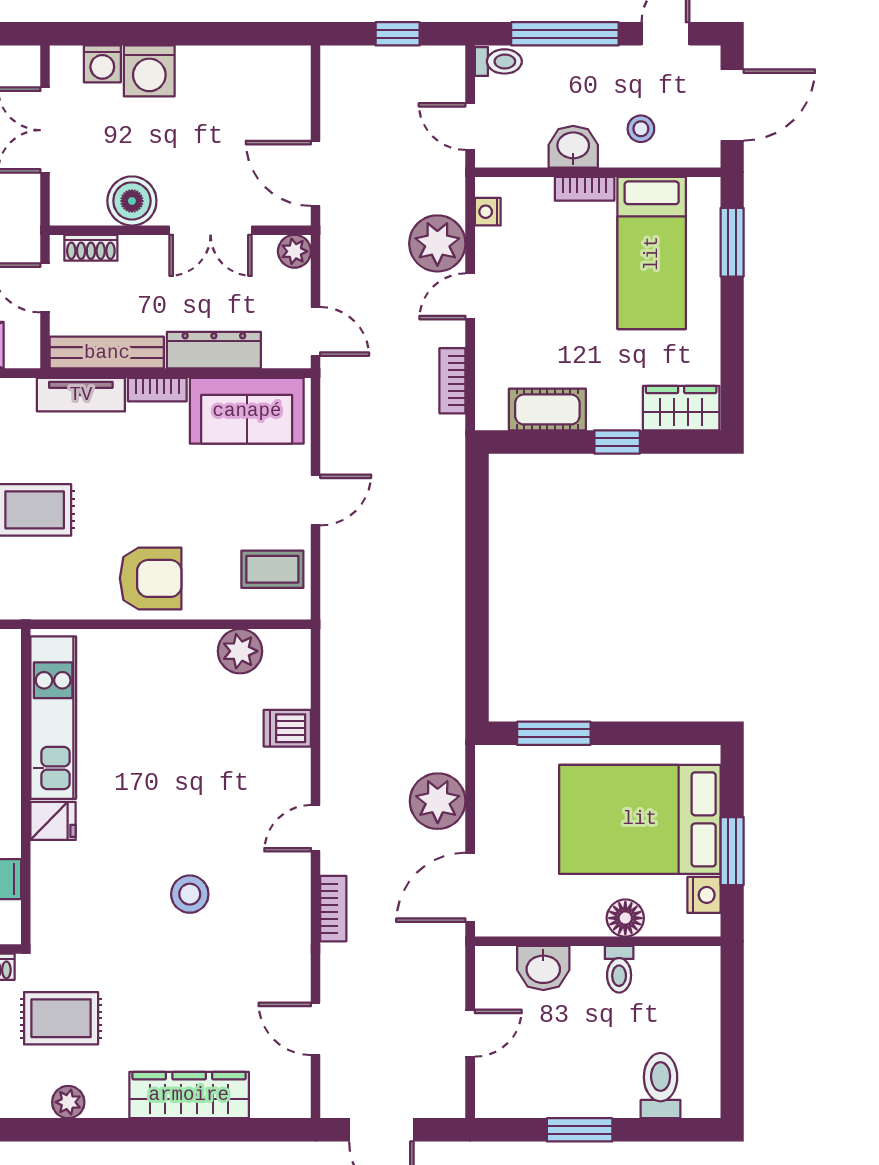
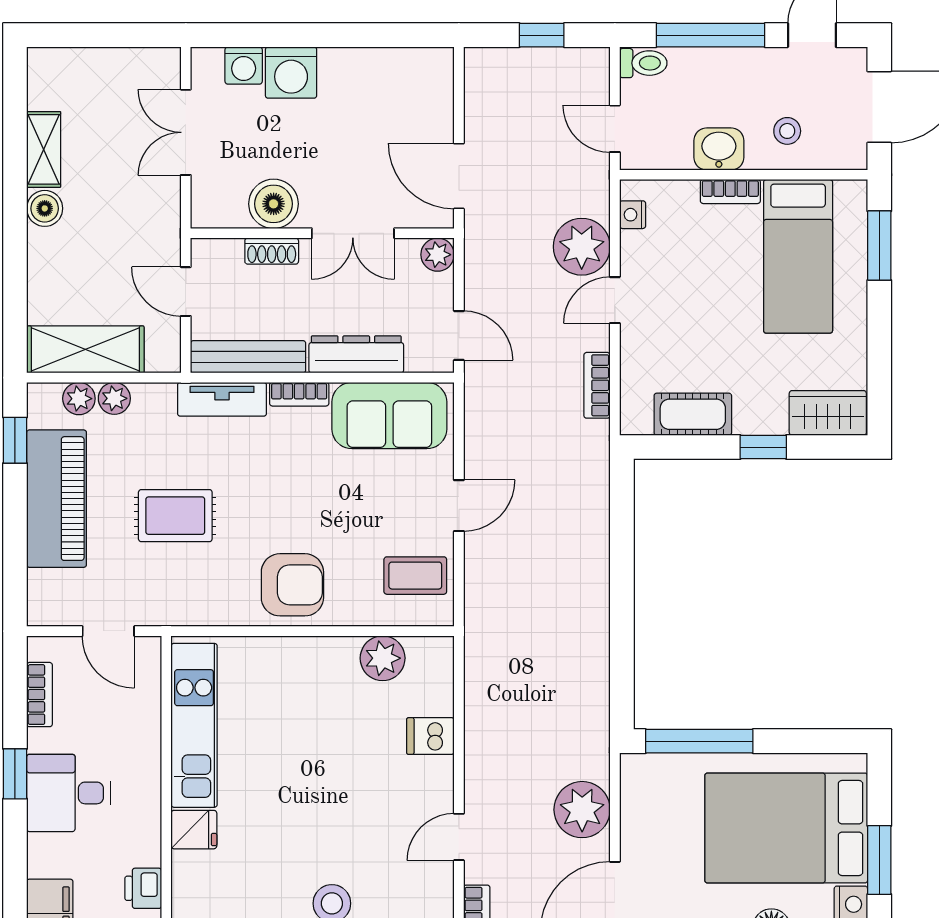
shoe rack: (91, 248) -> (272, 251), moved
window: (554, 733) -> (699, 741), width x1.44

